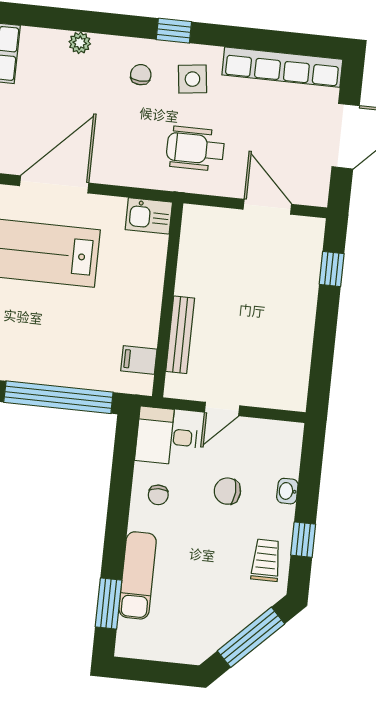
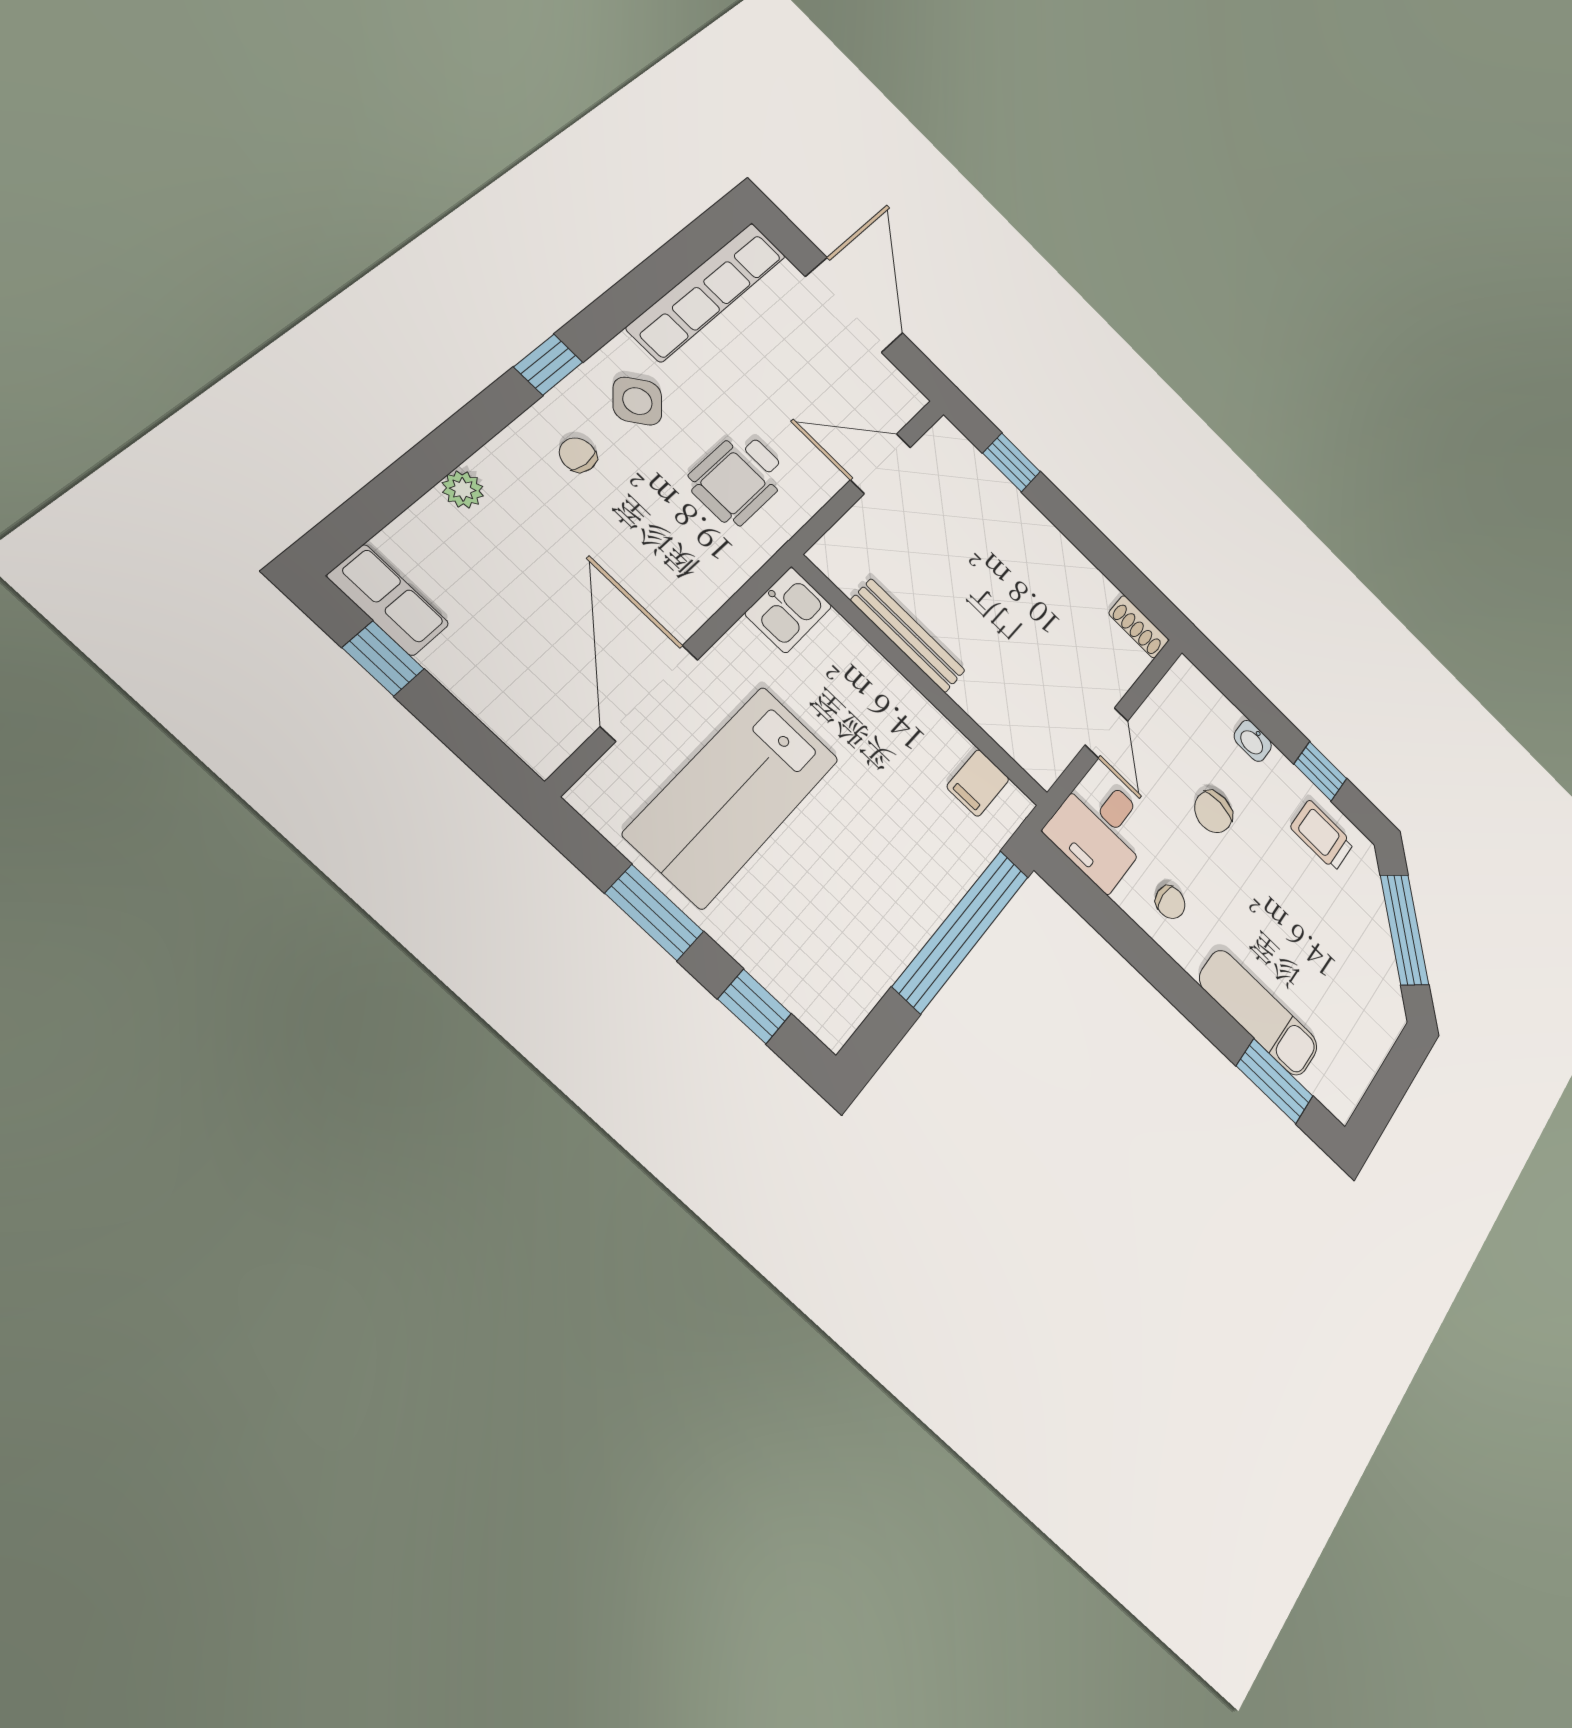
side table: (192, 79) -> (637, 401), turned -34
bench: (180, 335) -> (908, 636), moved
shoe rack: (298, 391) -> (1139, 627), added

